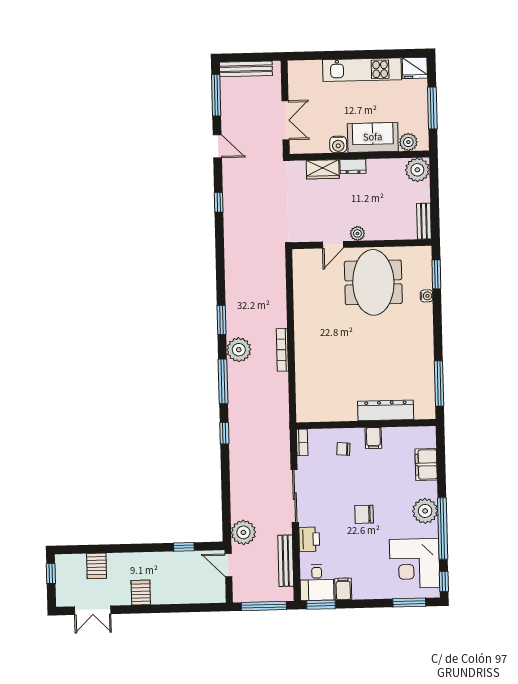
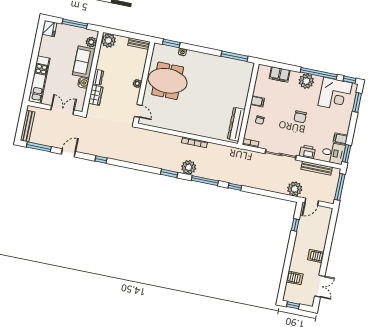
kitchen unit: (362, 70) -> (39, 80), moved
door: (333, 245) -> (138, 111), moved
dresser: (386, 410) -> (236, 124), moved

